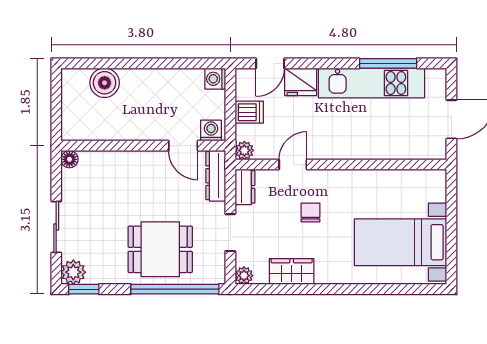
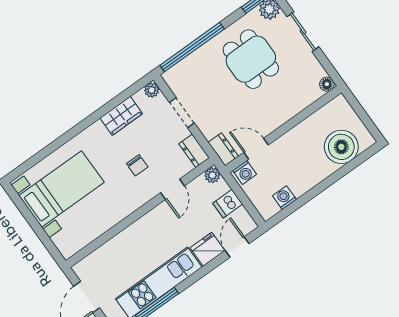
washing machine: (215, 79) -> (284, 198), moved, turned -90
boiler: (105, 83) -> (341, 147), width x1.37, depth x1.37
dresser: (216, 176) -> (223, 149), width x0.70
dining table: (160, 249) -> (251, 59), moved, turned 90

